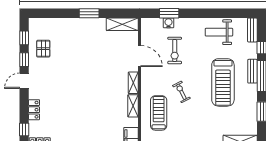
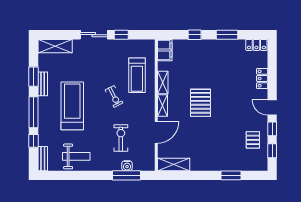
window: (89, 13) -> (231, 175), moved
window: (169, 13) -> (126, 175), width x1.44
door: (139, 56) -> (156, 132), swing flipped
bench: (252, 71) -> (43, 84), moved
door: (24, 81) -> (272, 108), swing flipped
pallet: (95, 85) -> (201, 103), added
window: (24, 130) -> (272, 59), removed

